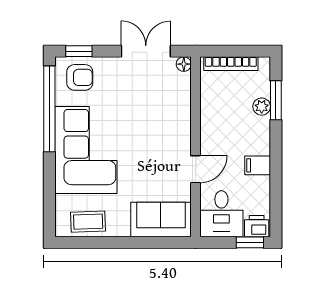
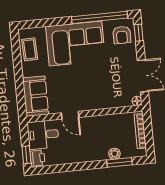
filing cabinet: (258, 165) -> (76, 155), removed

